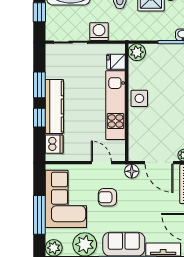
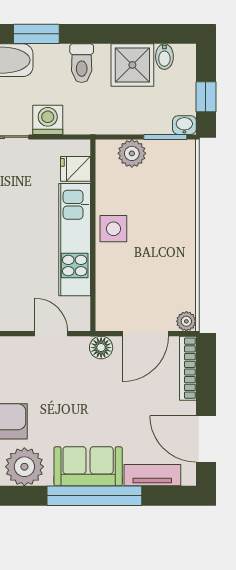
plant: (137, 52) -> (132, 153), moved
door: (159, 163) -> (145, 334), hinge flipped
armchair: (107, 197) -> (61, 390), removed

